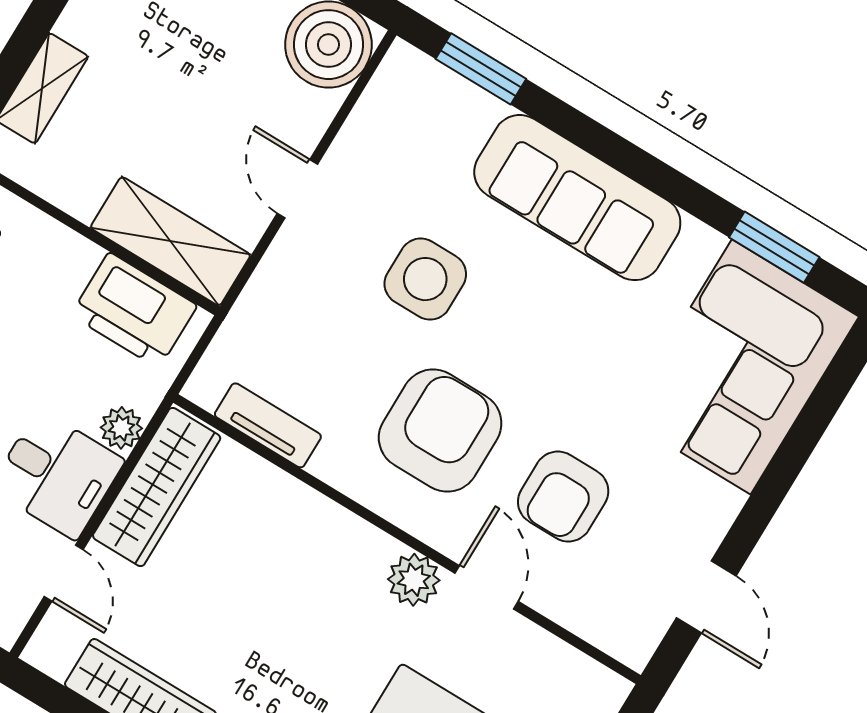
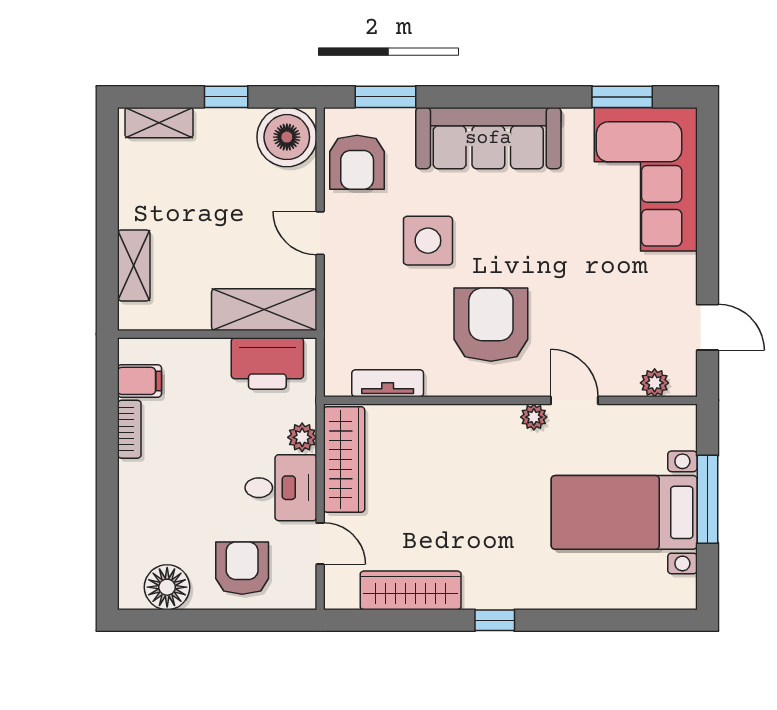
armchair: (563, 497) -> (357, 162), moved
plant: (414, 580) -> (534, 417), width x0.73, depth x0.73
plant: (599, 626) -> (655, 383), added

